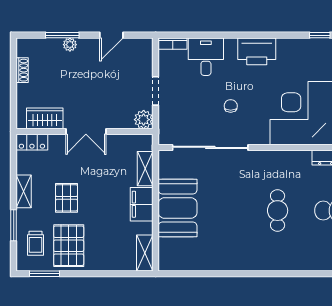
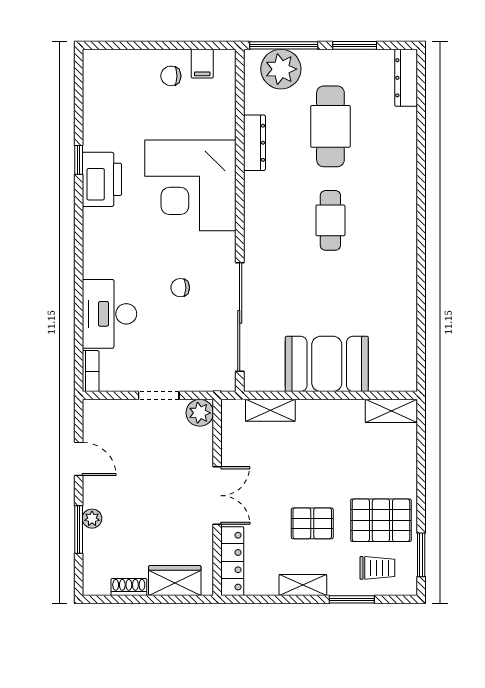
printer: (257, 51) -> (102, 179), moved
desk: (206, 57) -> (109, 314), width x1.37
wardrobe: (45, 118) -> (175, 581), moved, turned 90
locker: (32, 142) -> (232, 561), width x1.53
filing cabinet: (142, 204) -> (321, 415), removed
cafe table: (278, 211) -> (330, 220), turned 90

